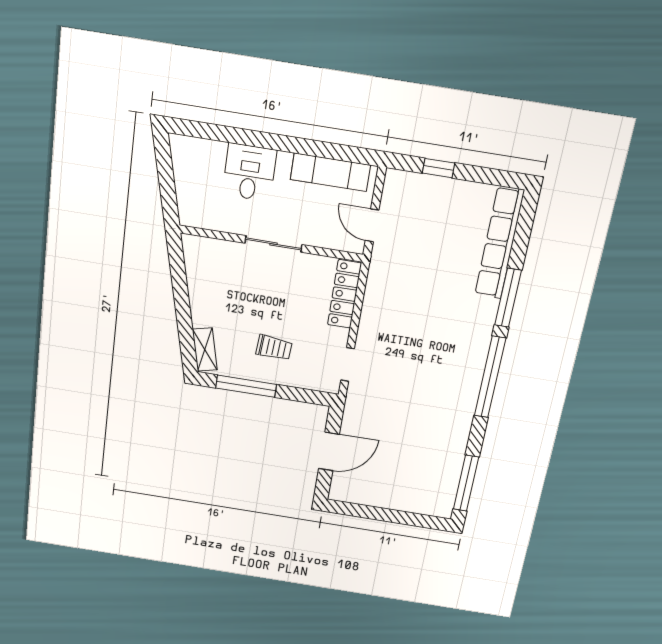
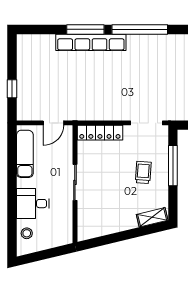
stool: (203, 155) -> (27, 233), added
row of seats: (499, 243) -> (91, 42), moved
doorway: (348, 364) -> (147, 123), width x1.38
window: (246, 386) -> (173, 166), moved

